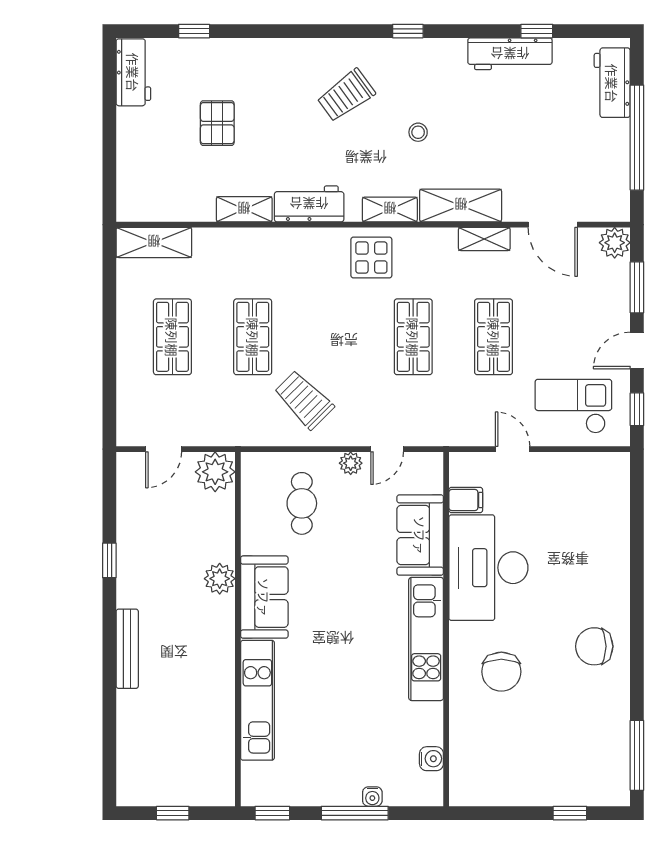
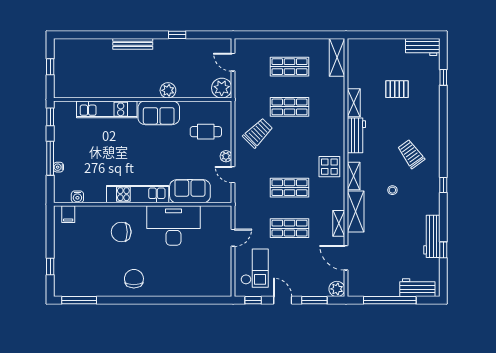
door: (553, 225) -> (346, 258), hinge flipped
filing cabinet: (466, 500) -> (68, 214), moved

